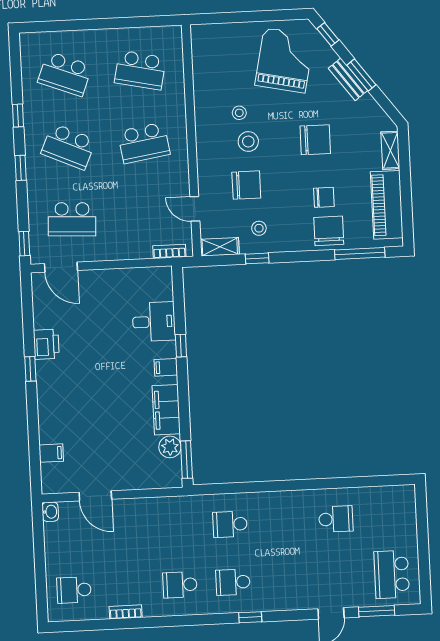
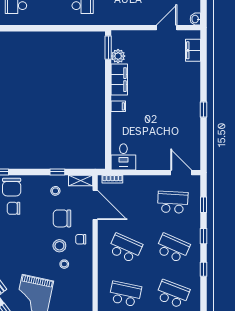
chair: (315, 140) -> (81, 239), moved, width x0.54, depth x0.54
school desk: (144, 143) -> (125, 248), turned 33
door: (195, 209) -> (95, 205), width x1.87
window: (24, 244) -> (203, 205), moved
desk: (154, 322) -> (123, 157), moved, turned -90
printer: (46, 344) -> (193, 124), removed
window: (181, 346) -> (108, 119), removed
filing cabinet: (51, 453) -> (193, 50), width x2.00
door: (95, 496) -> (167, 28), hinge flipped

